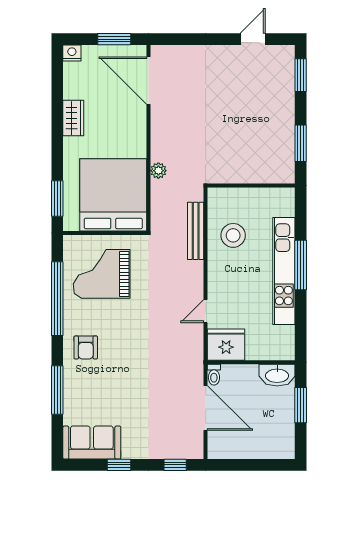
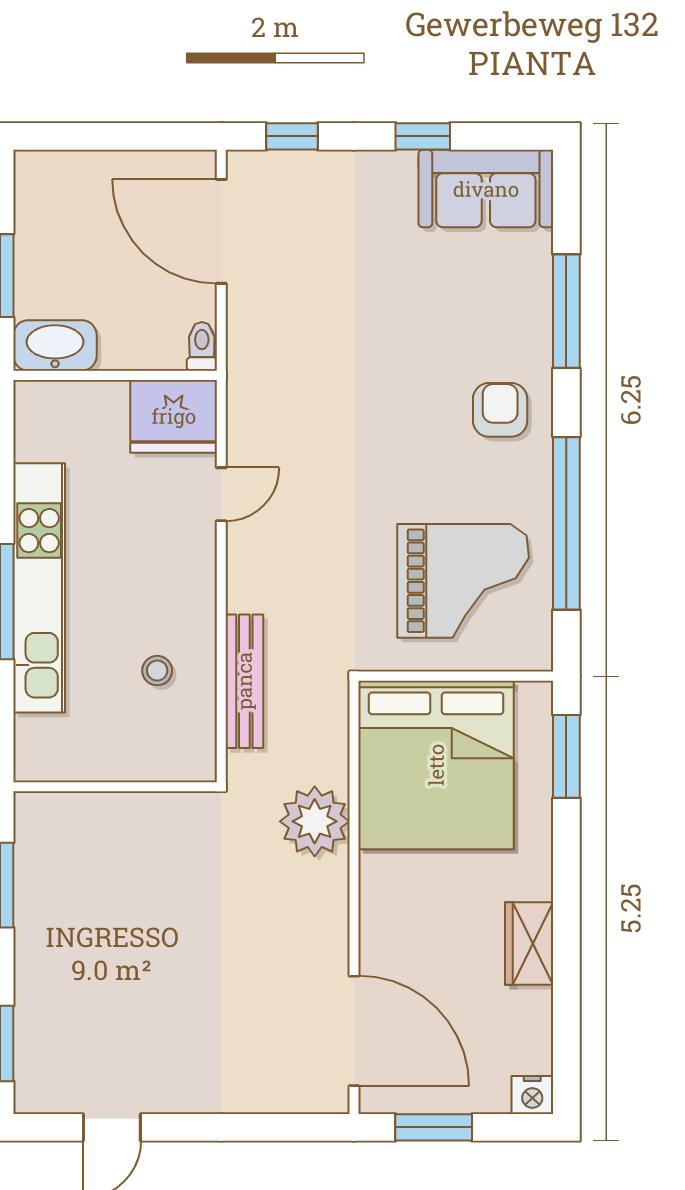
plant: (158, 171) -> (315, 821), width x1.88, depth x1.88
stool: (233, 235) -> (157, 671), width x0.53, depth x0.53
door: (206, 408) -> (221, 231), moved

